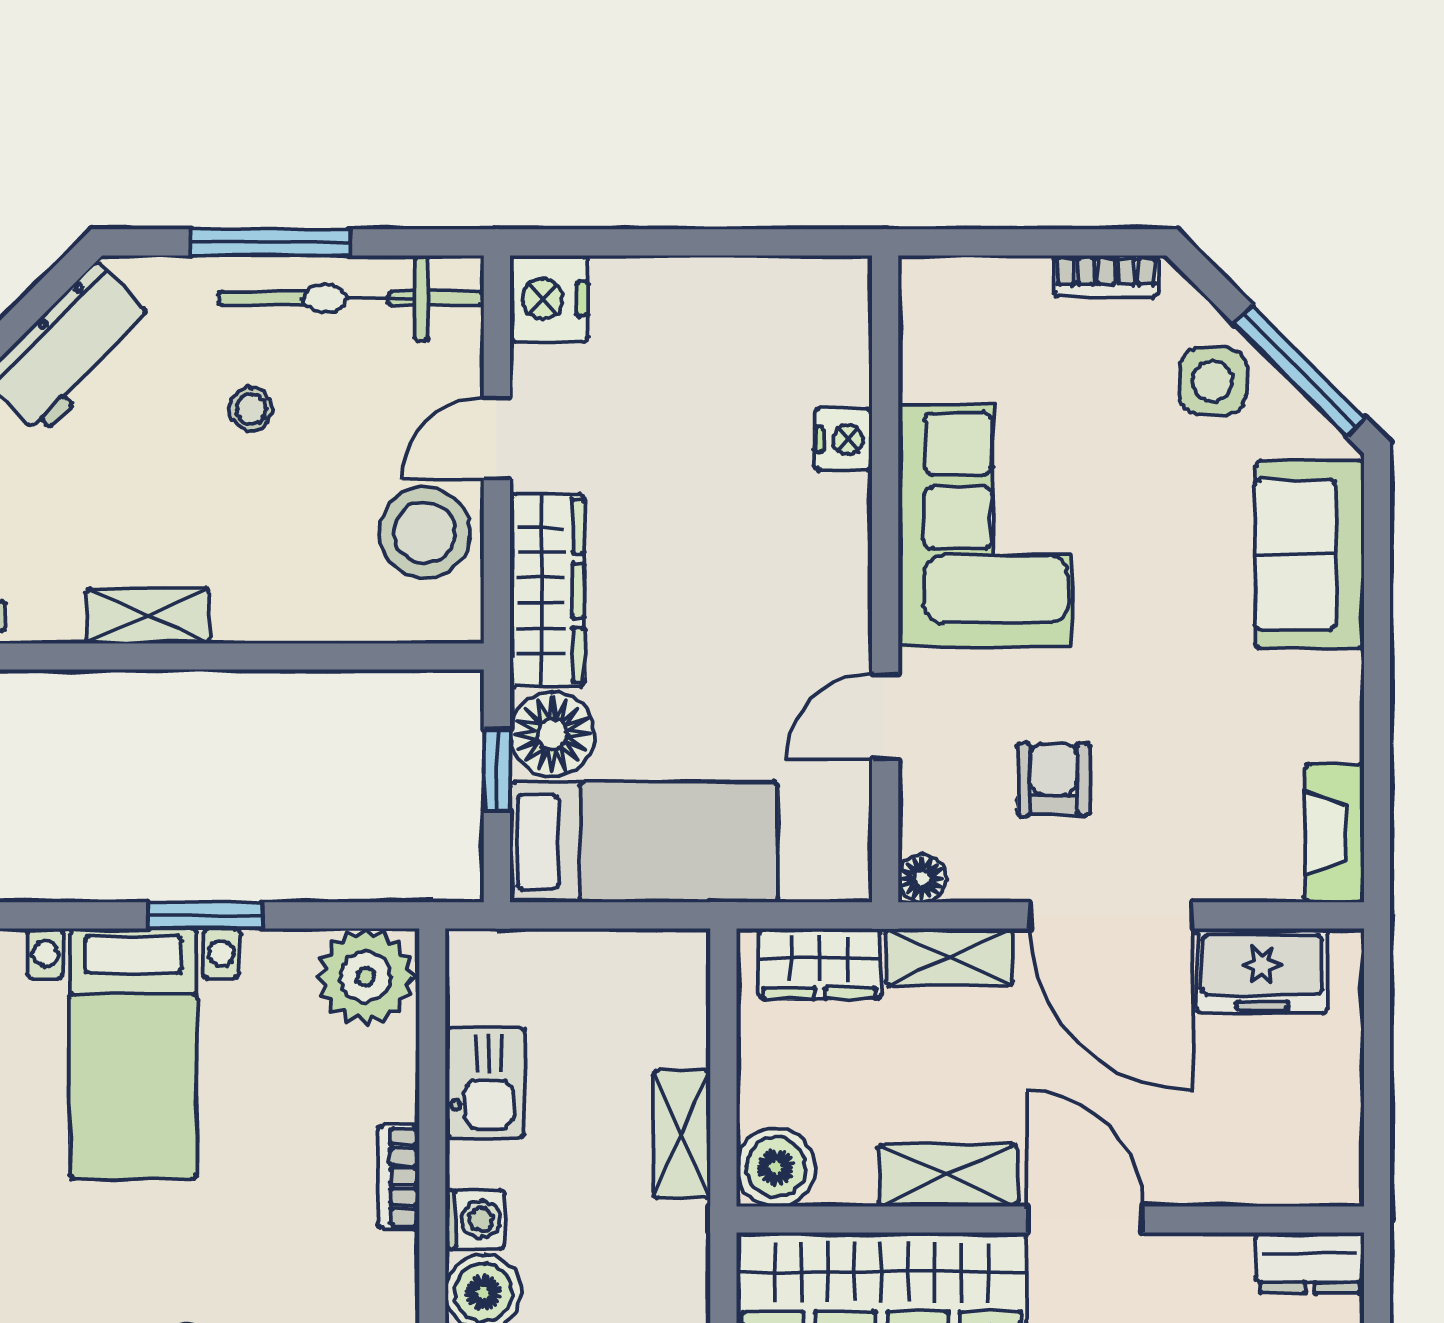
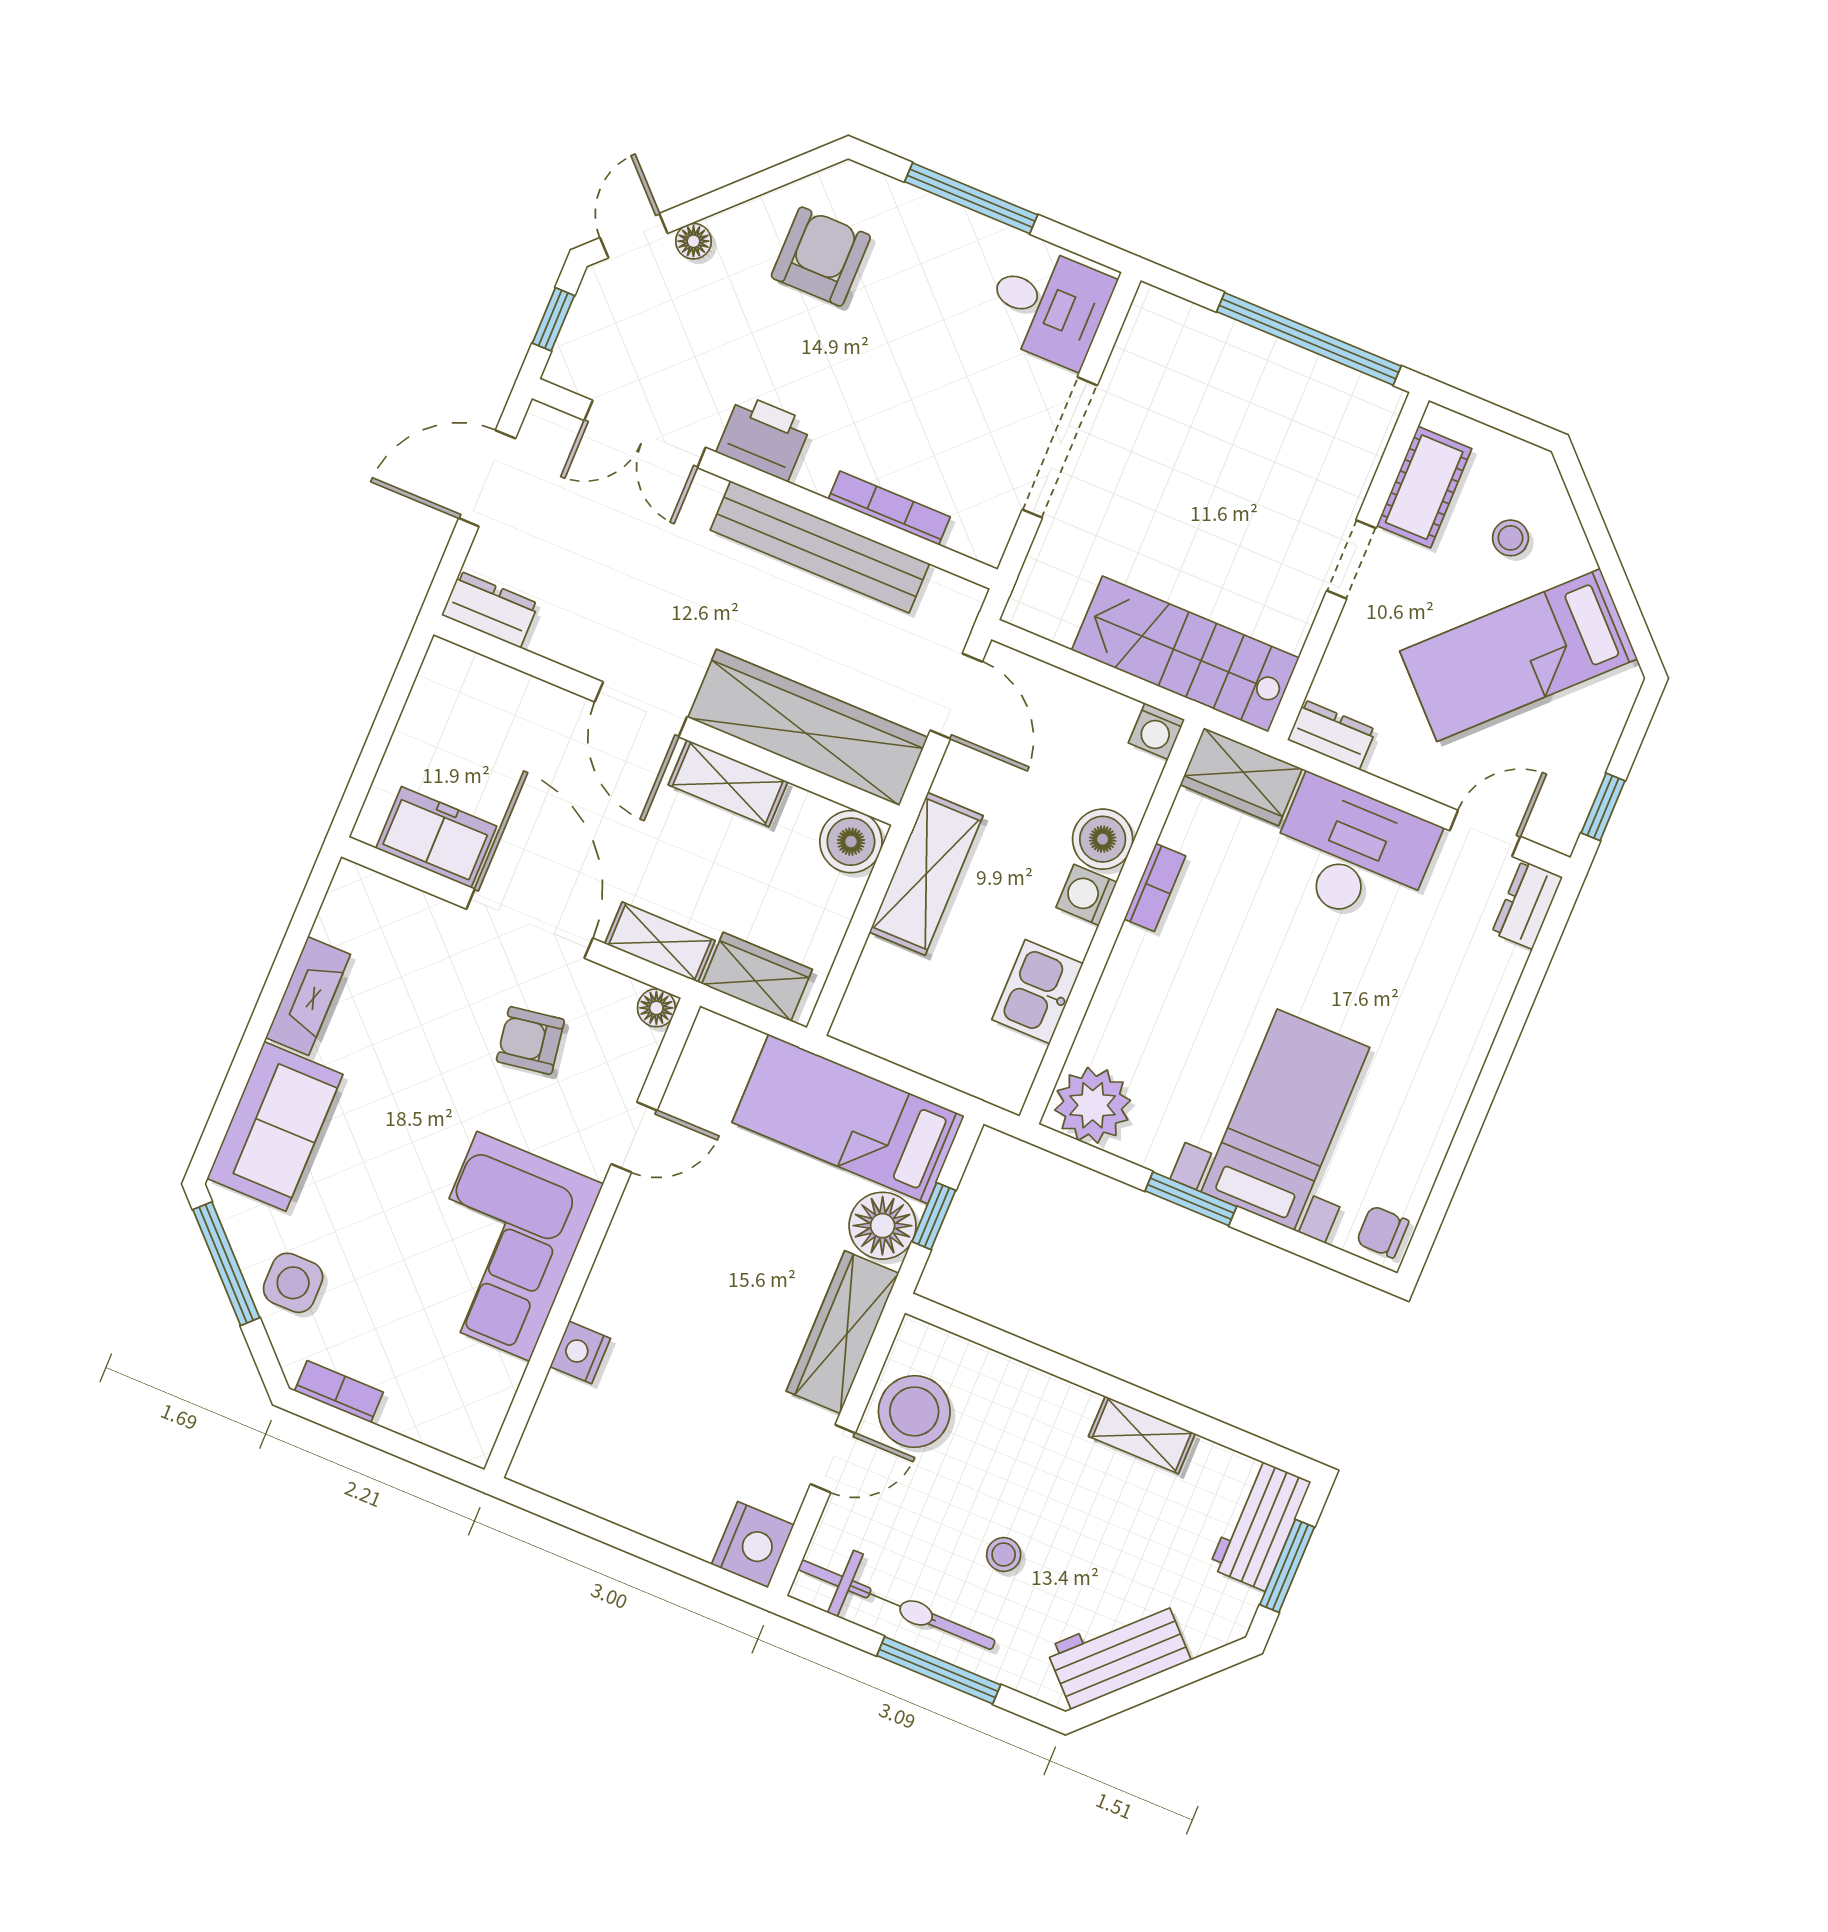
armchair: (1053, 779) -> (530, 1040), turned 81
fireplace: (1334, 833) -> (308, 996), moved
shelving: (682, 1134) -> (926, 874), width x1.50, depth x1.33
bookcase: (399, 1177) -> (1155, 888), moved

